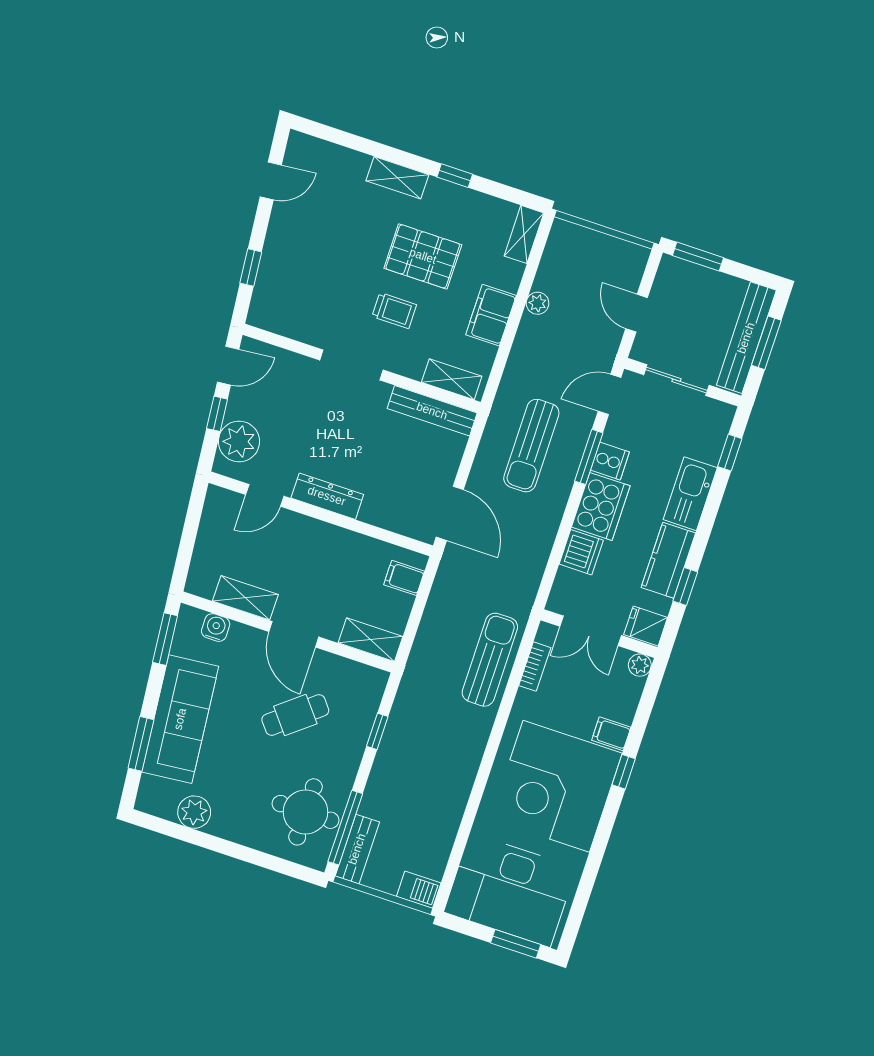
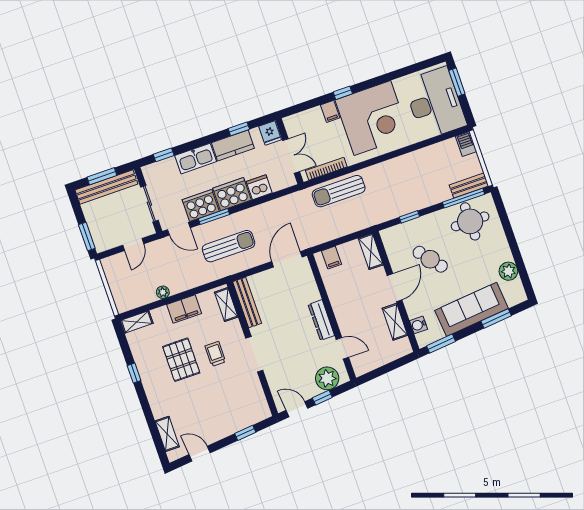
shelving: (397, 178) -> (167, 434), moved
cooker: (610, 461) -> (201, 205), width x1.87, depth x1.31
plant: (640, 665) -> (290, 122), removed
bookcase: (535, 667) -> (326, 169), width x1.56

